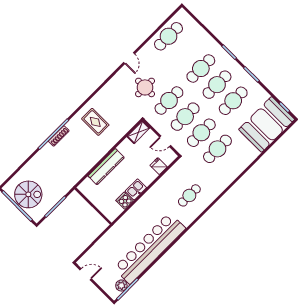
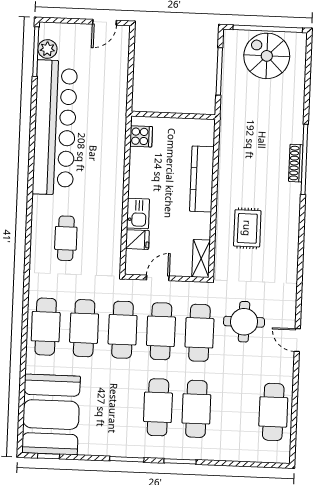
cafe table: (233, 101) -> (46, 327), moved
rug: (95, 122) -> (247, 228), moved, turned 90
kitchen sink: (136, 189) -> (138, 214), moved
spiral stairs: (28, 194) -> (267, 56), turned 90
cooker: (125, 201) -> (141, 136), moved

